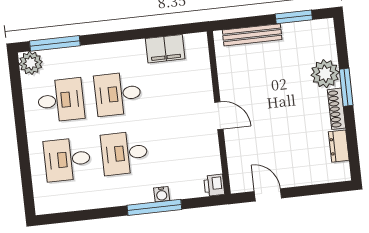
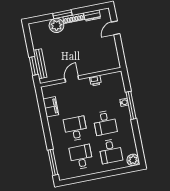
window: (294, 17) -> (34, 66), moved
plant: (31, 63) -> (133, 160), moved
desk: (118, 94) -> (76, 129), turned 180
door: (219, 116) -> (72, 79), moved
printer: (214, 185) -> (95, 81), moved
door: (268, 195) -> (116, 28), moved

